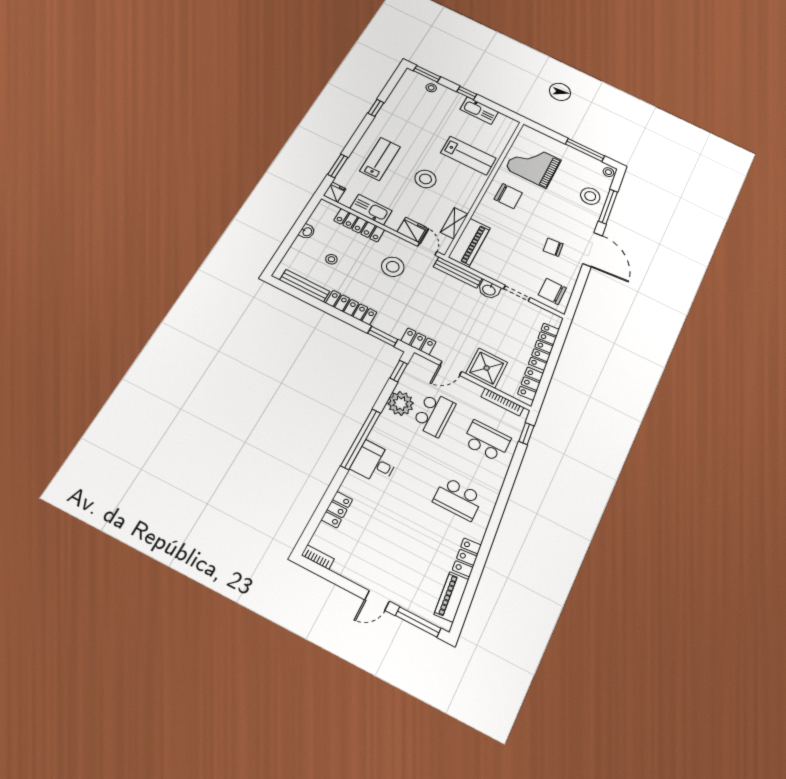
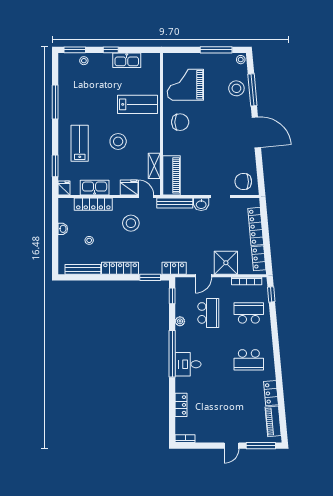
window: (376, 108) -> (55, 102), width x2.17
chair: (553, 247) -> (229, 146), removed
plant: (401, 403) -> (180, 321), width x0.53, depth x0.53

